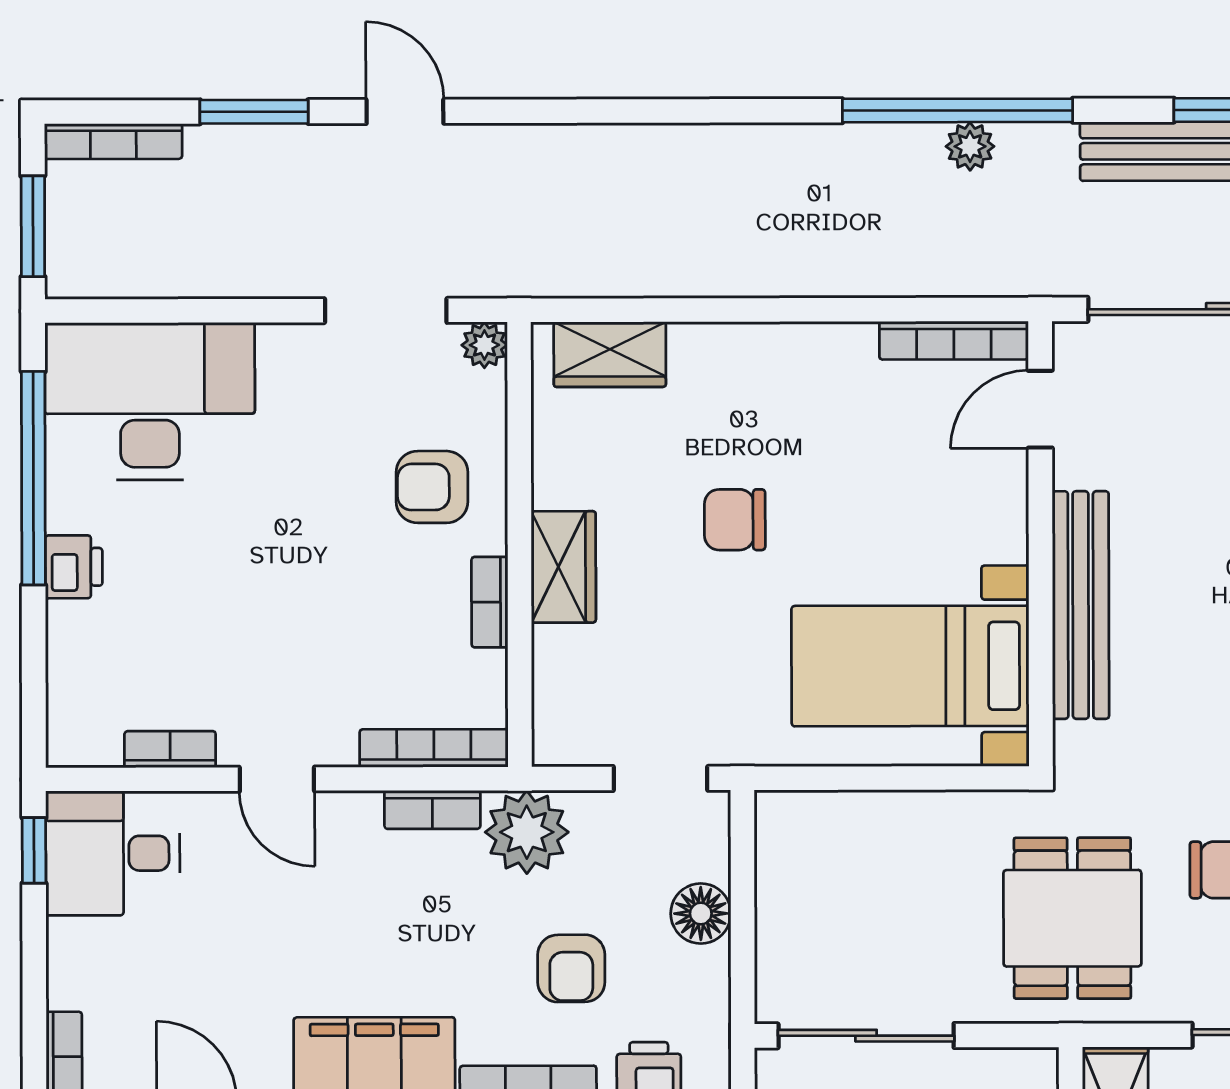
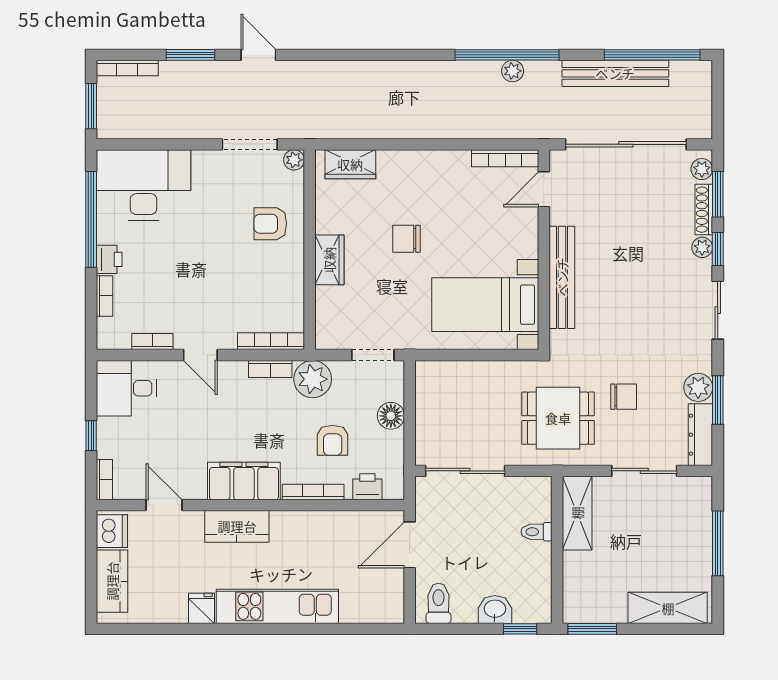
bookcase: (490, 602) -> (104, 296), moved, turned 180
window: (34, 850) -> (91, 436), moved
dining table: (1072, 918) -> (558, 418), turned 90

